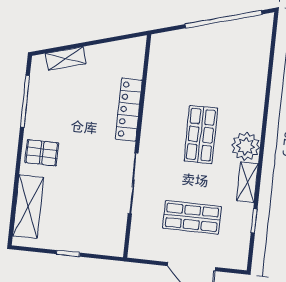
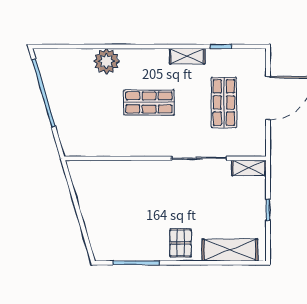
shelving: (66, 58) -> (249, 168), moved, turned -74
locker: (129, 110) -> (134, 169), removed
plant: (246, 146) -> (106, 61), moved

